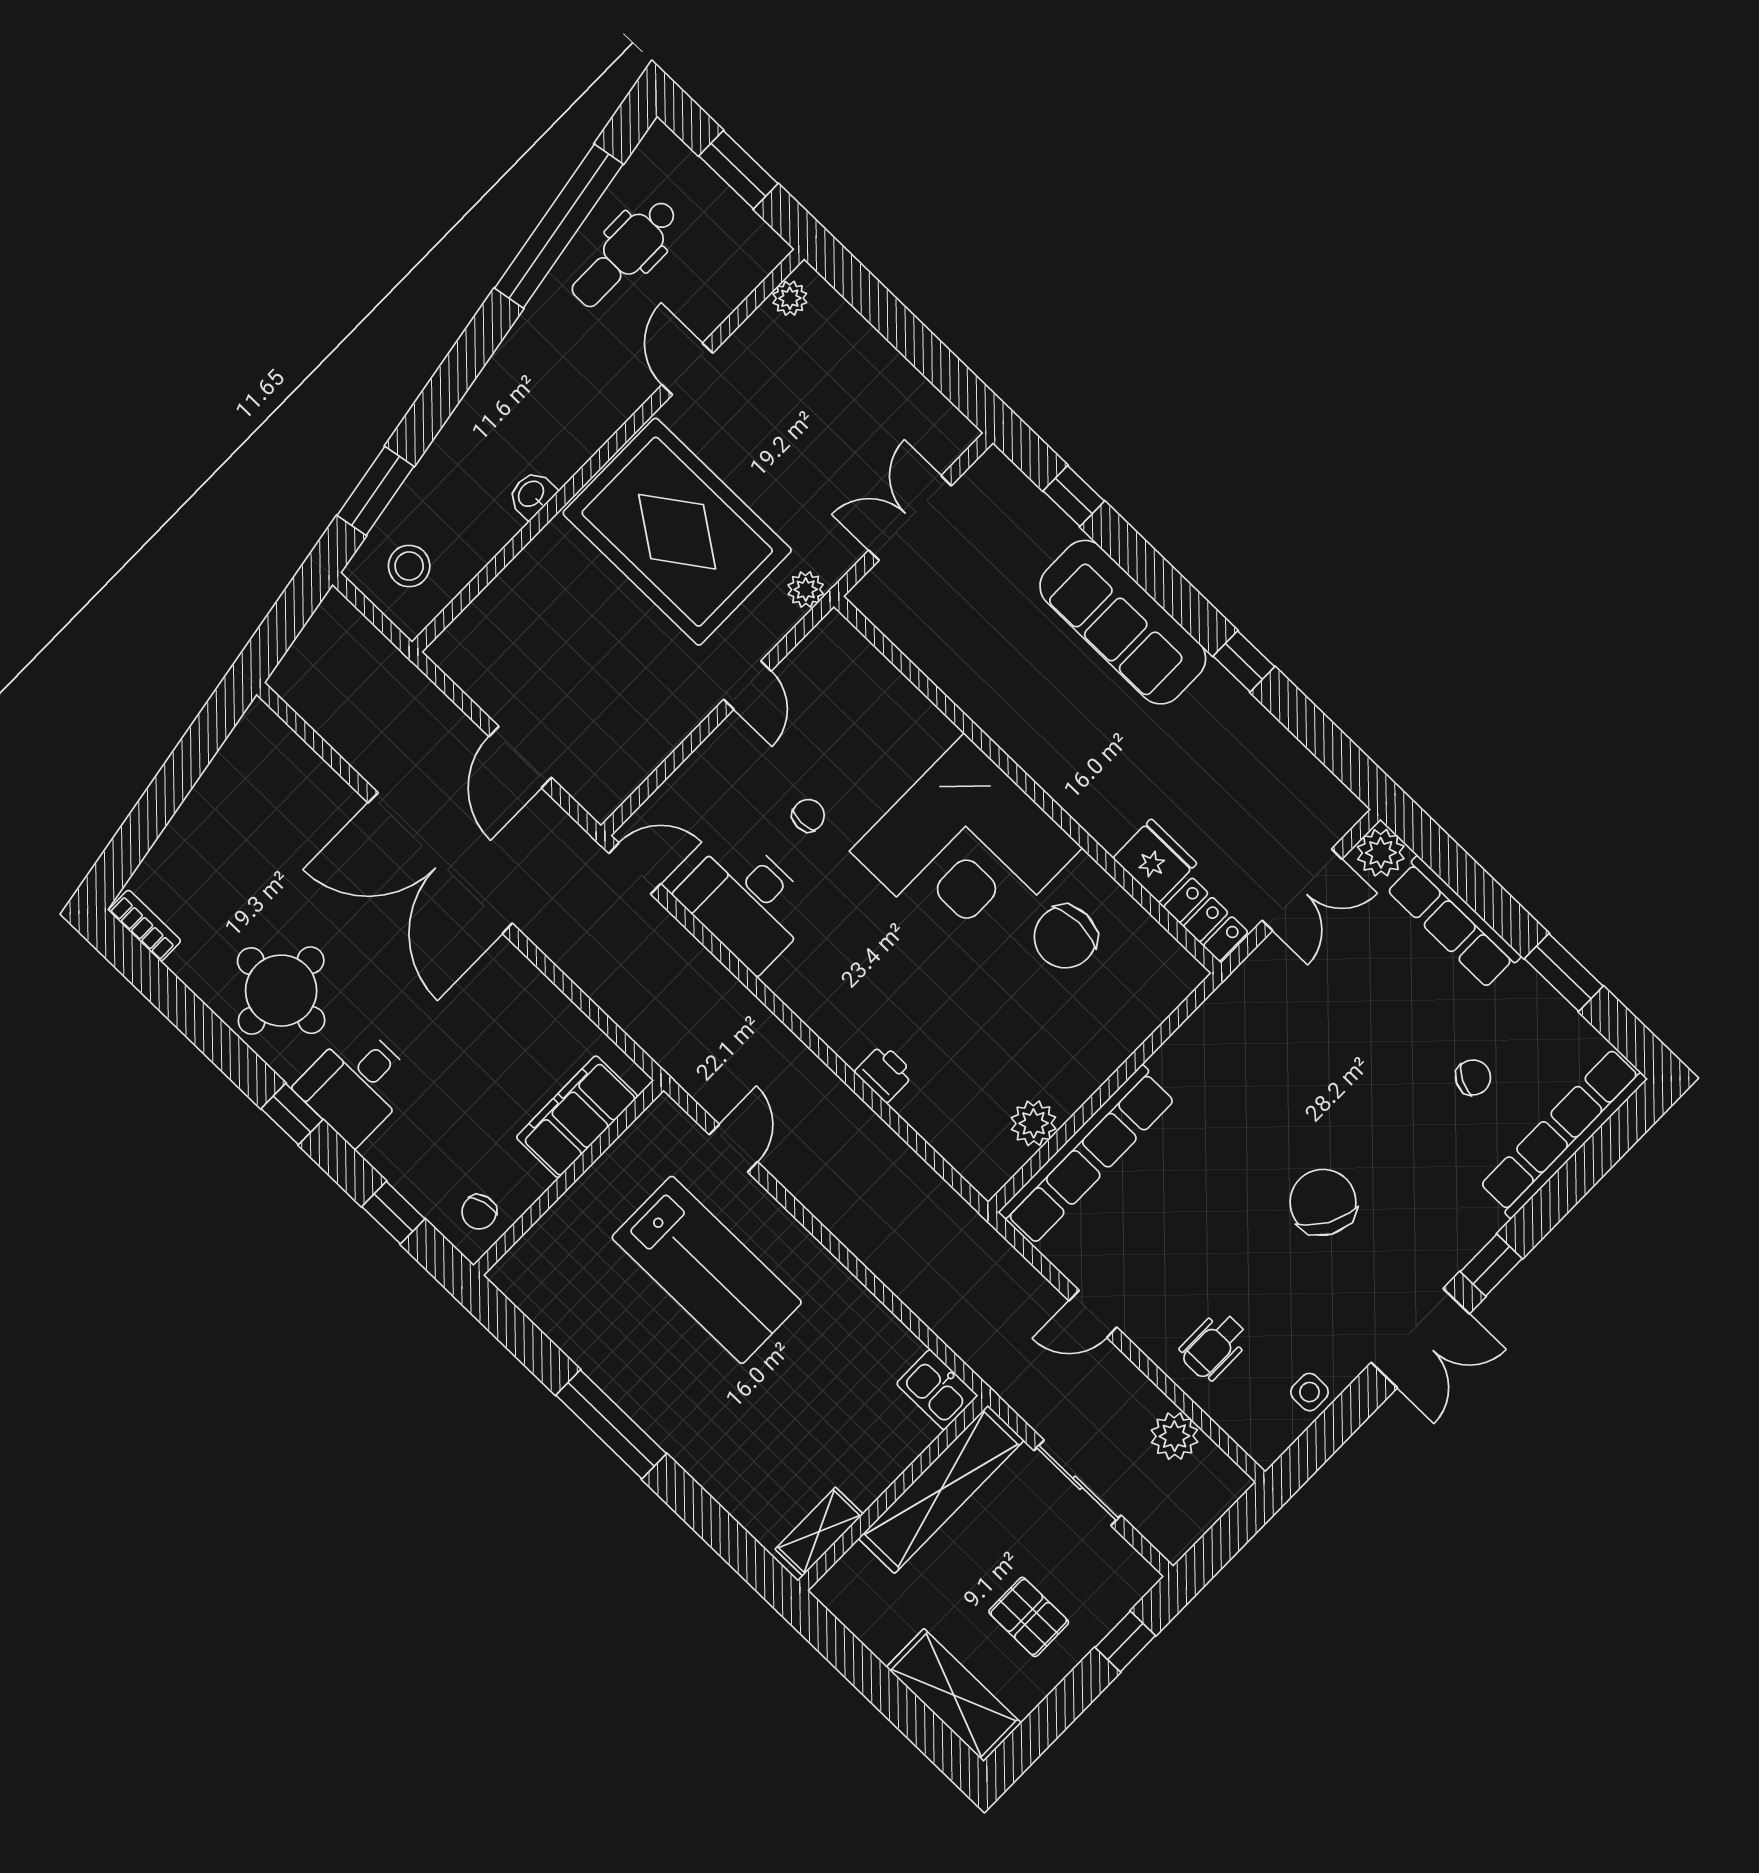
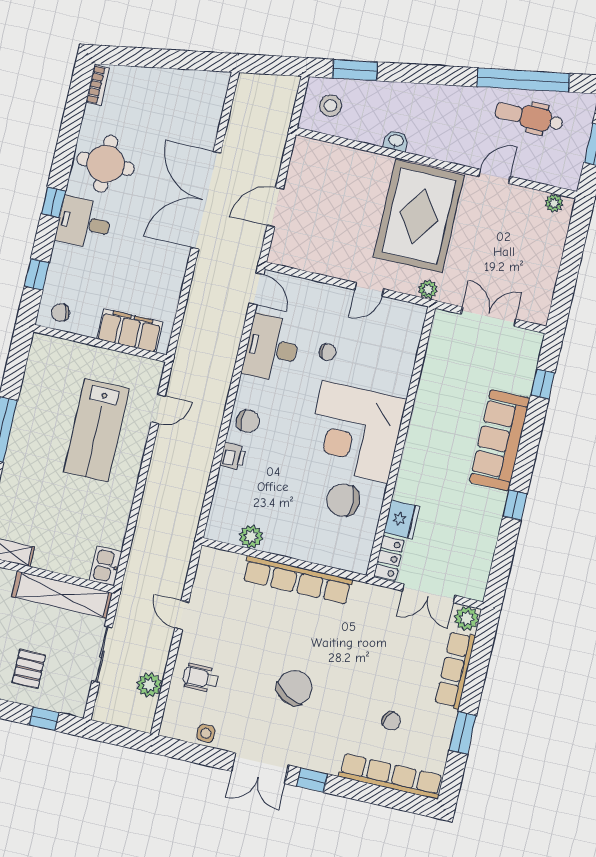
chair: (842, 1014) -> (248, 421), added
row of seats: (1087, 1155) -> (298, 580), moved

